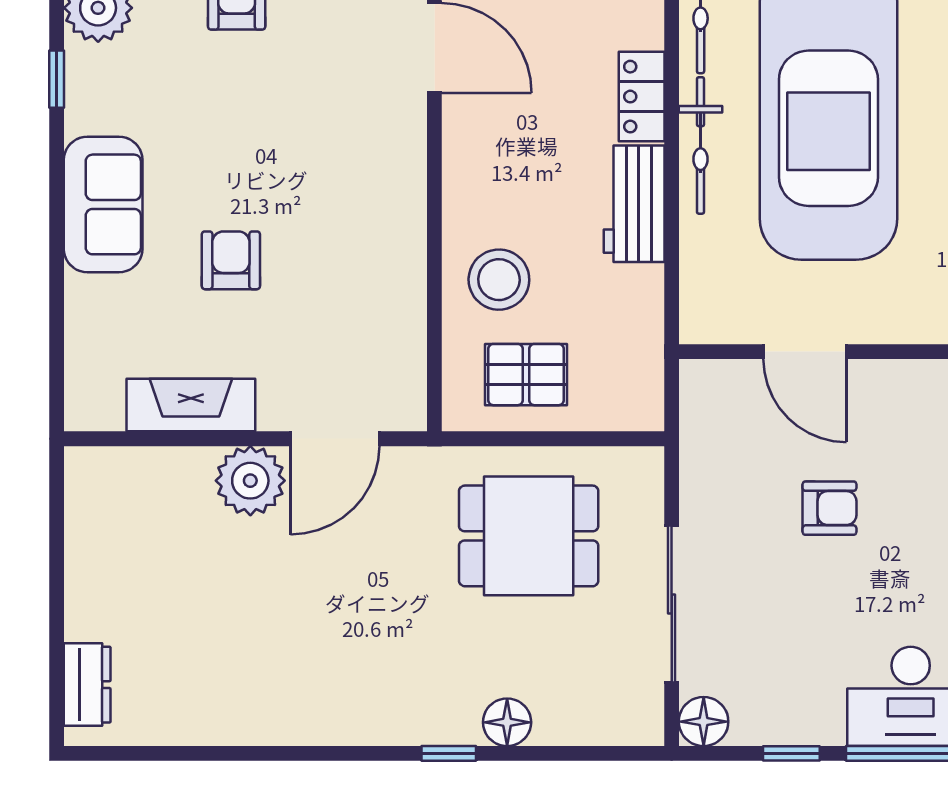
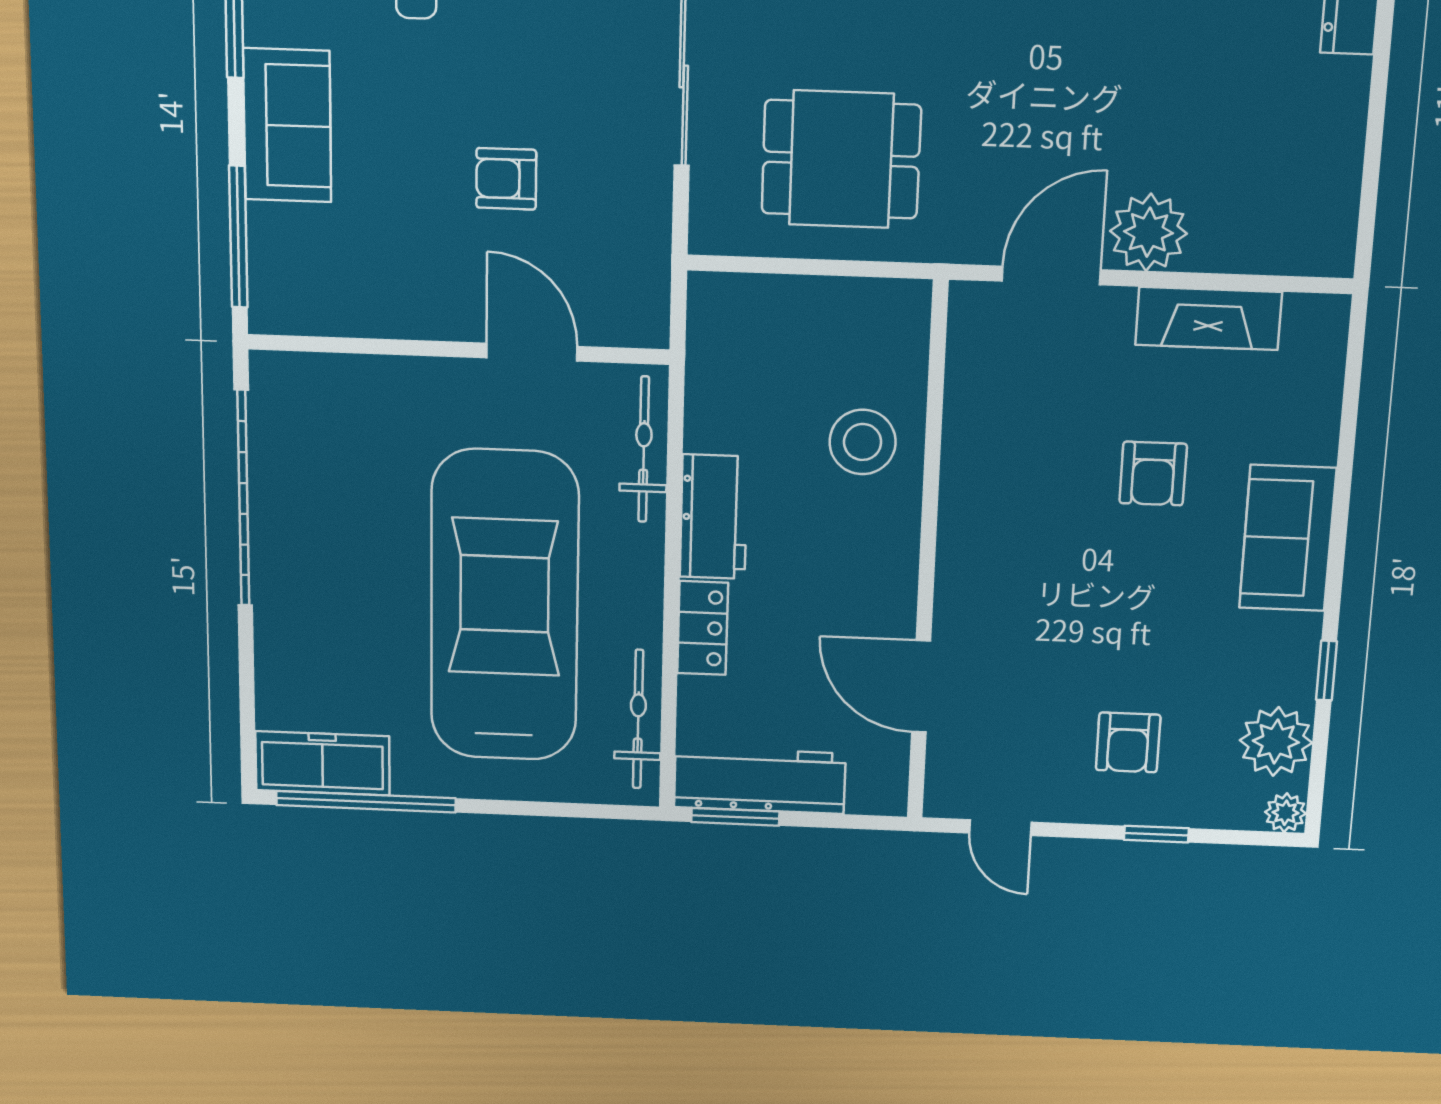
bicycle: (700, 145) -> (644, 449), moved
pallet: (526, 375) -> (837, 338), removed

